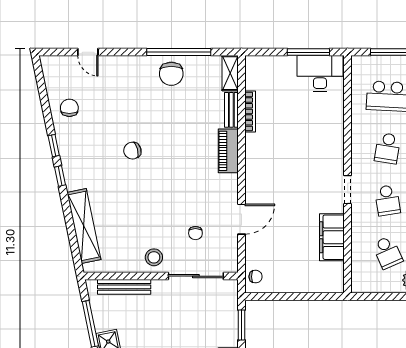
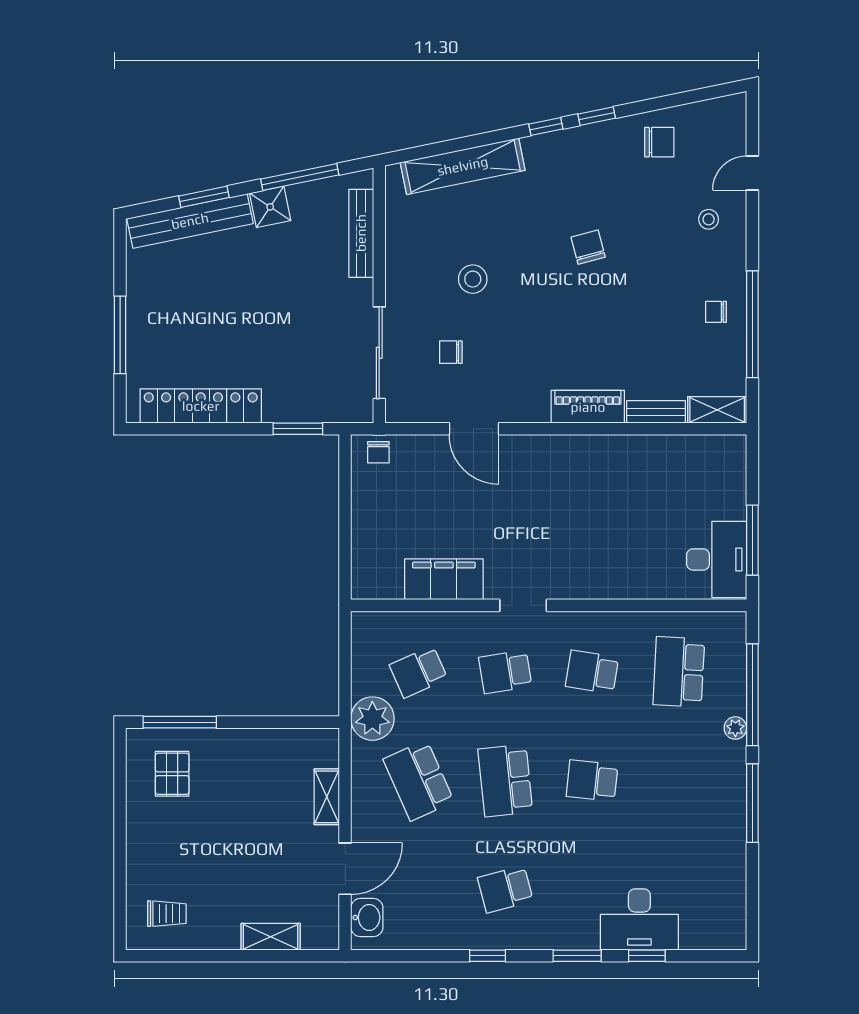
chair: (171, 74) -> (716, 312), width x0.54, depth x0.54
stool: (116, 78) -> (709, 219), added
bookcase: (250, 111) -> (653, 443), removed
stool: (154, 257) -> (473, 279), moved

